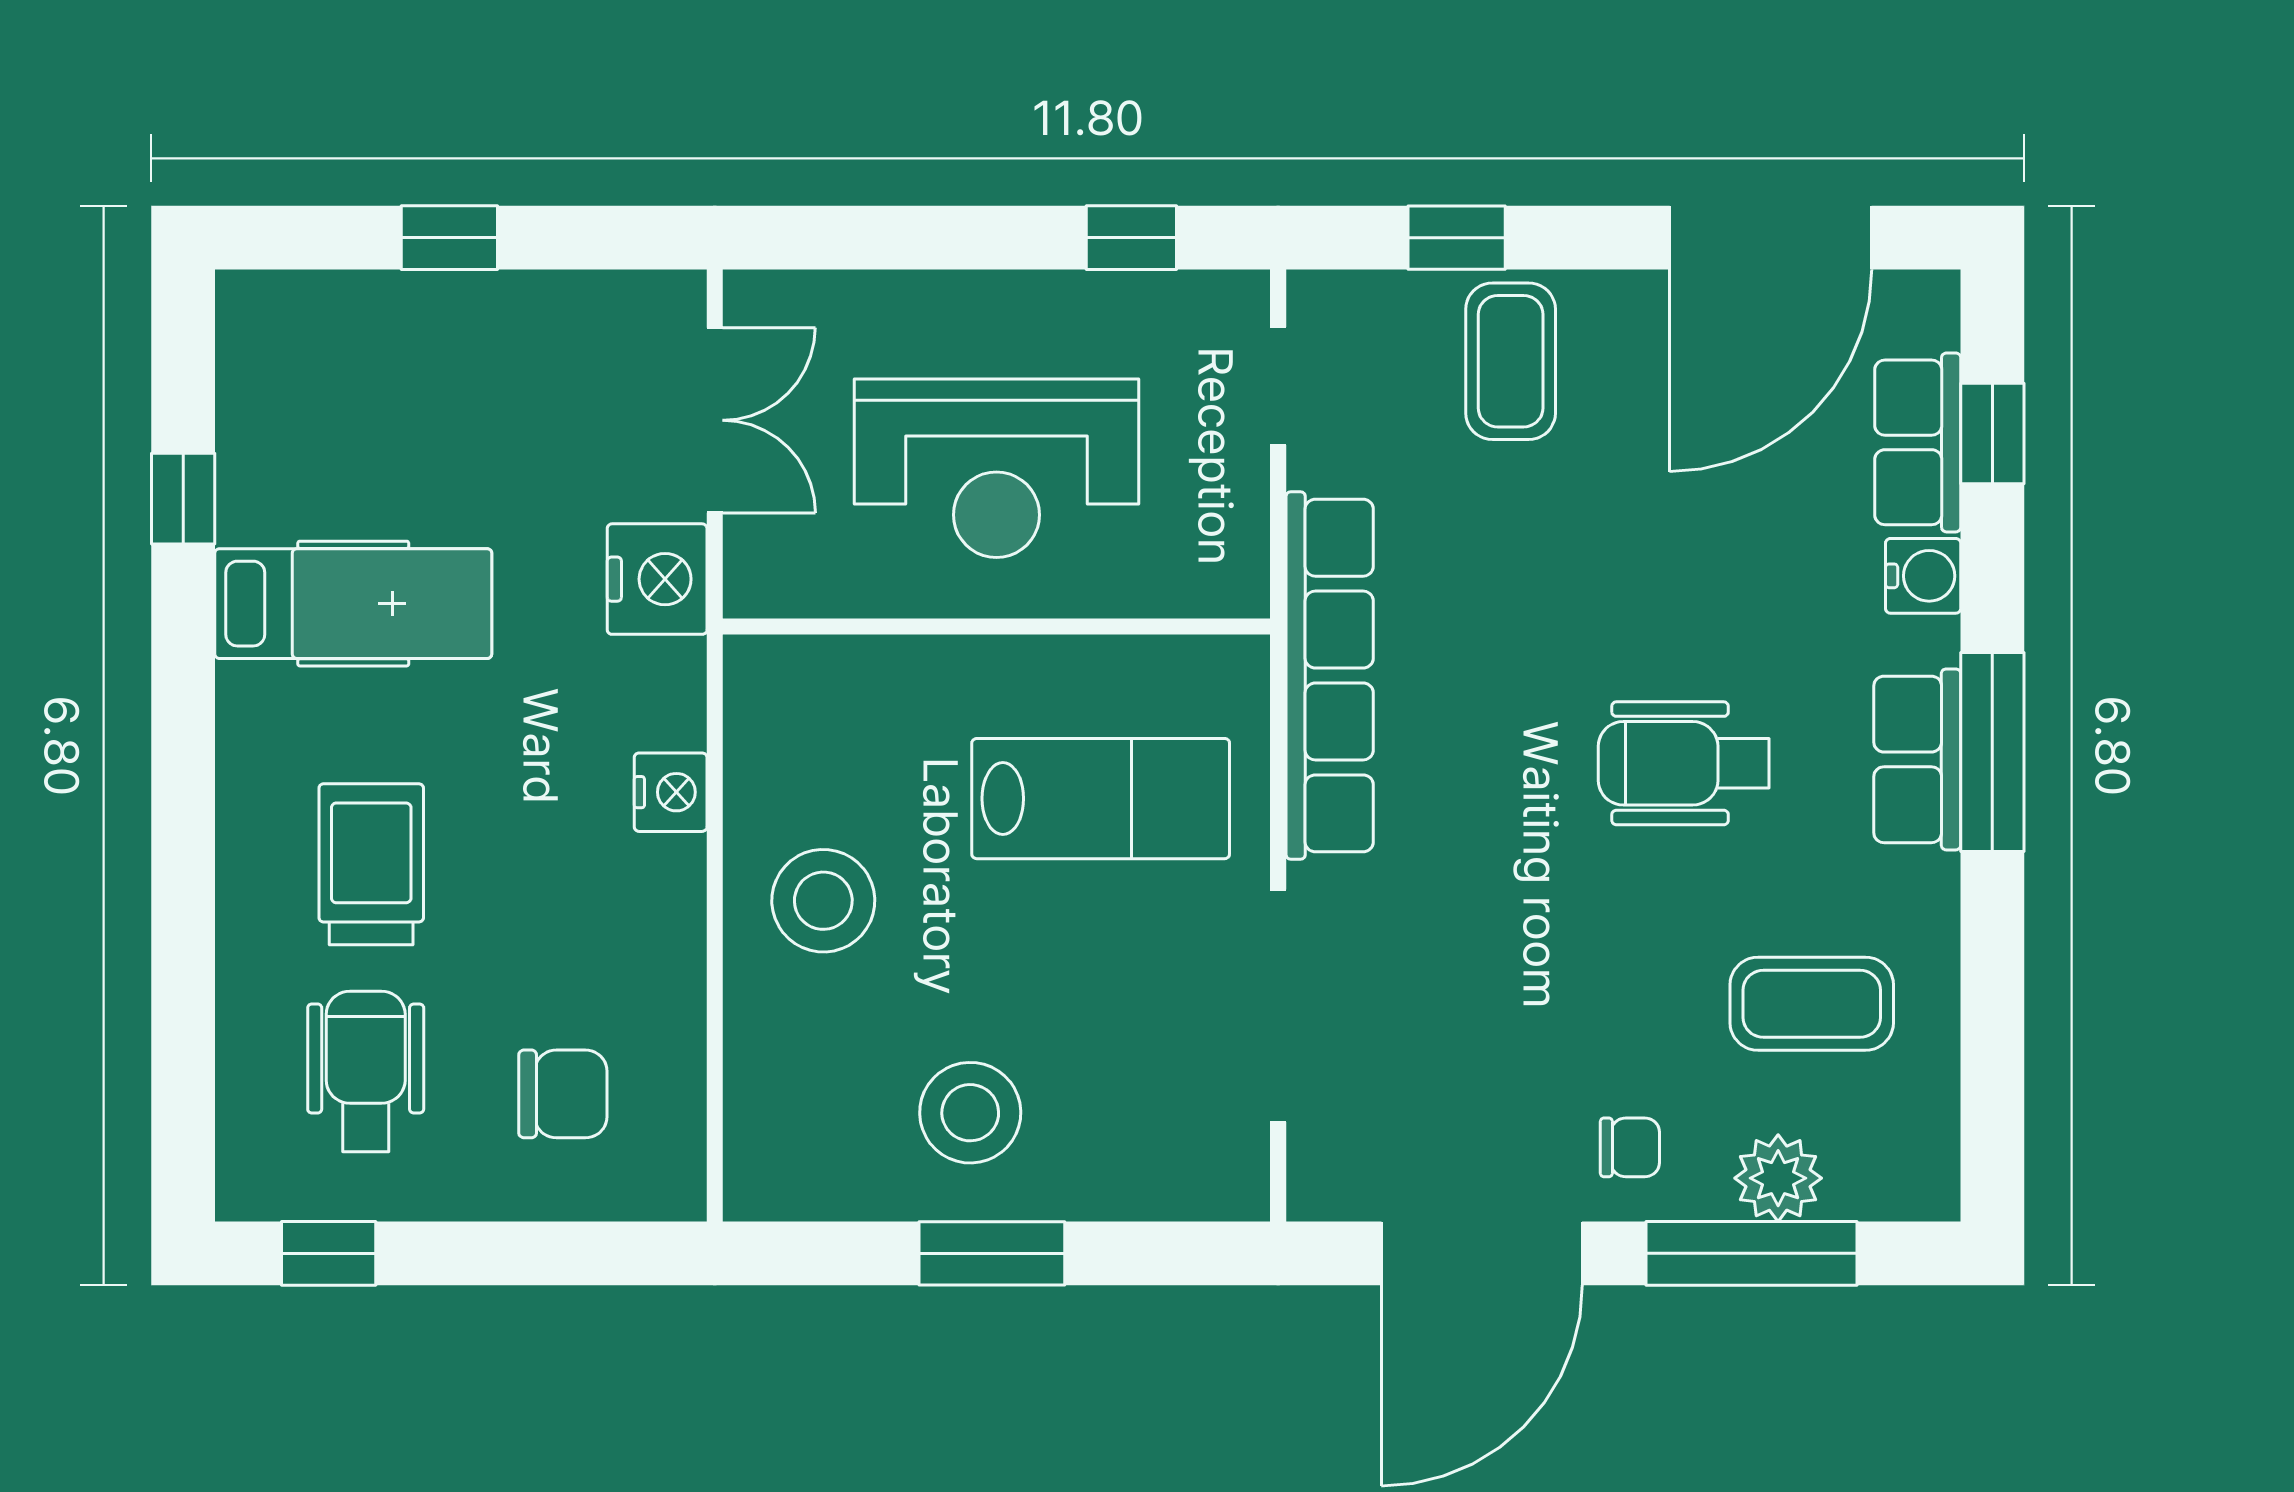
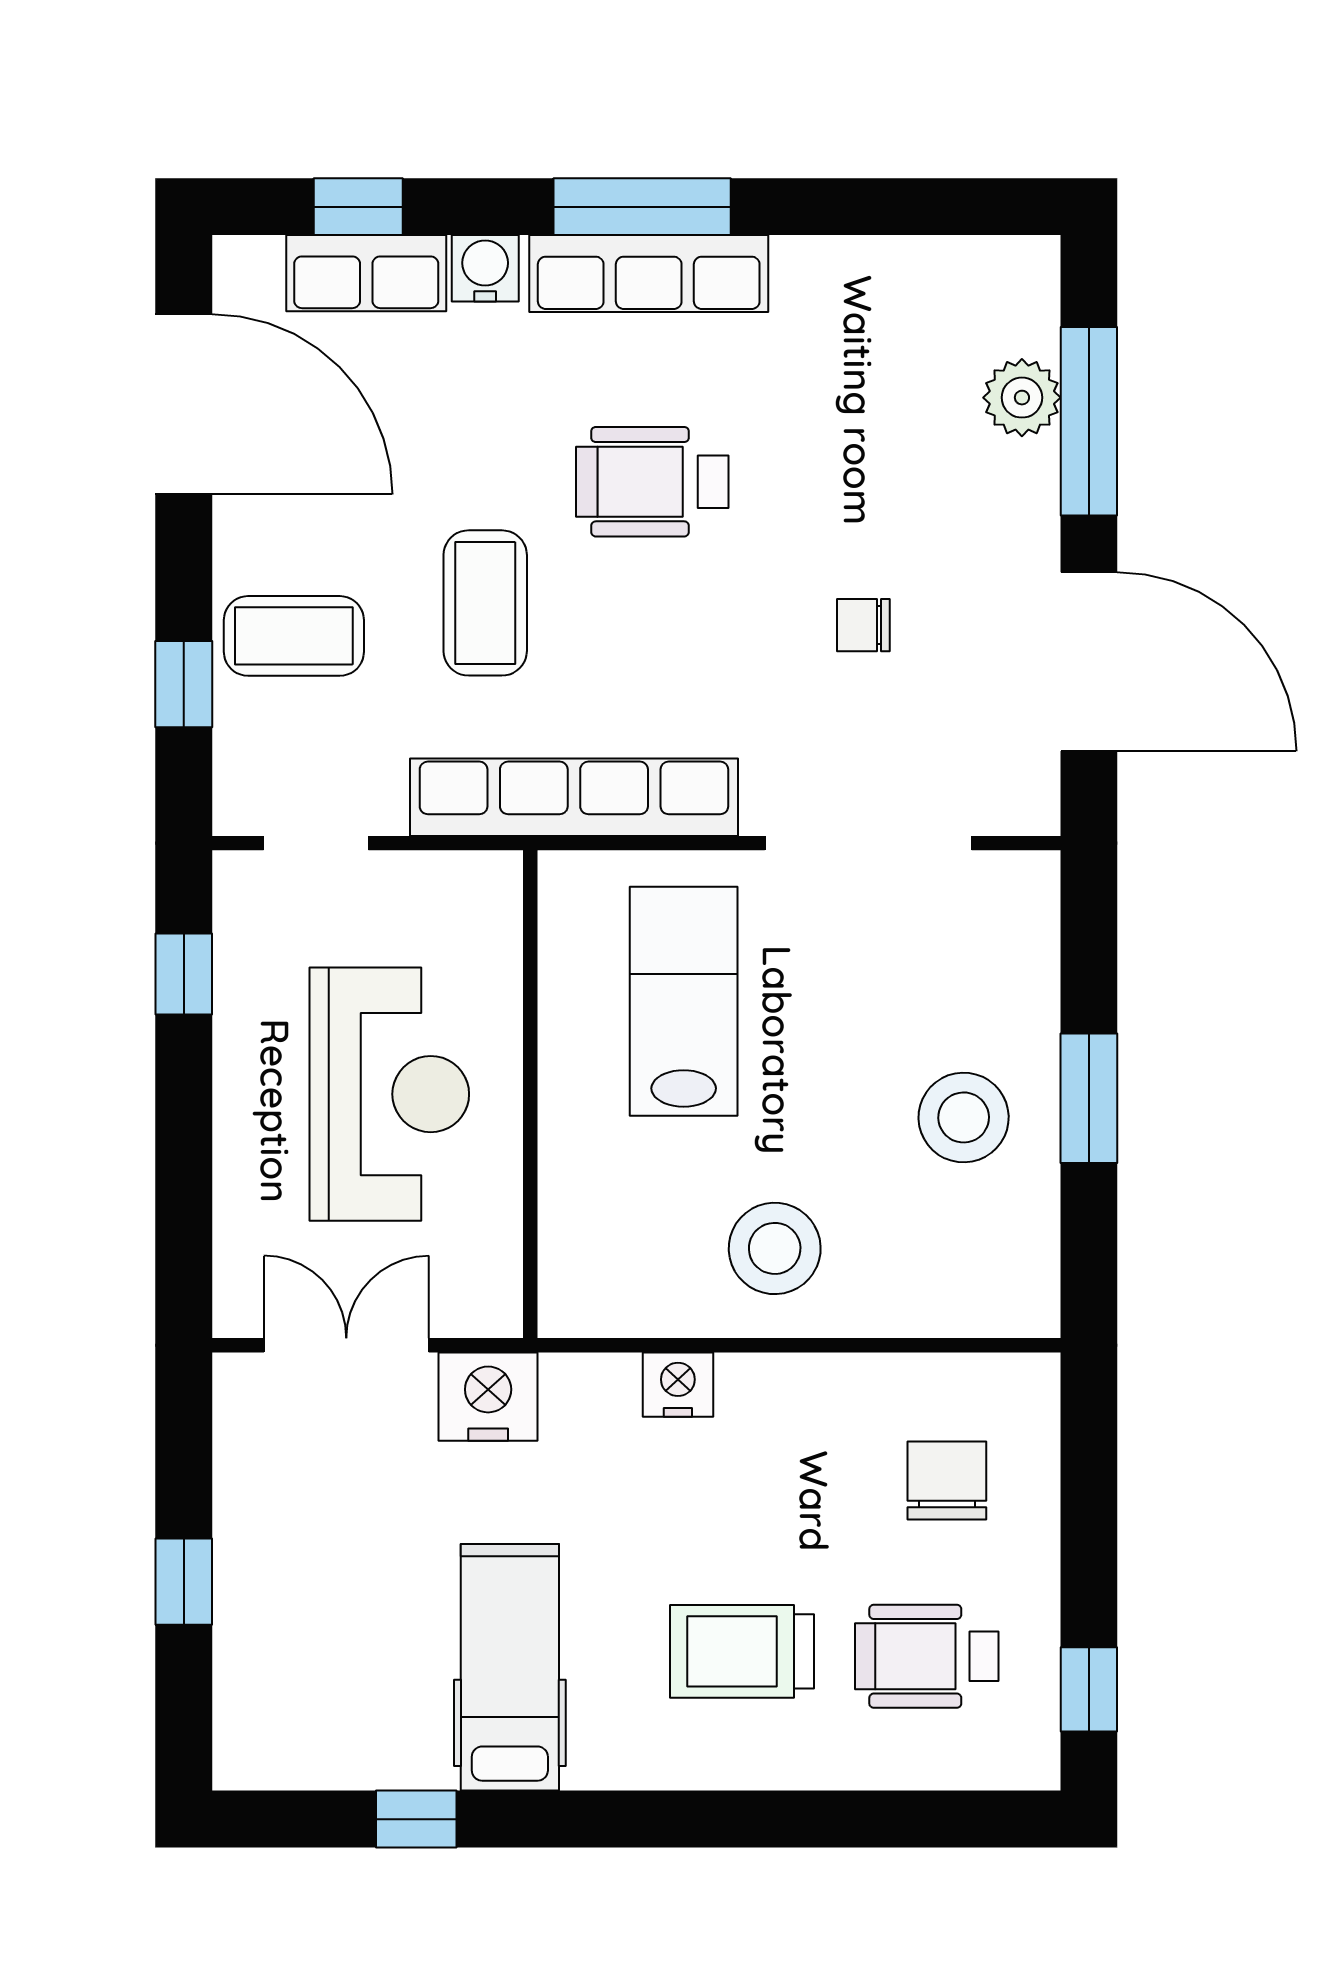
row of seats: (1917, 759) -> (649, 274), width x1.48
wheelchair: (1684, 763) -> (652, 482), turned 90
coffee table: (1812, 1004) -> (485, 603), moved
chair: (1630, 1147) -> (863, 625), moved, turned -90

